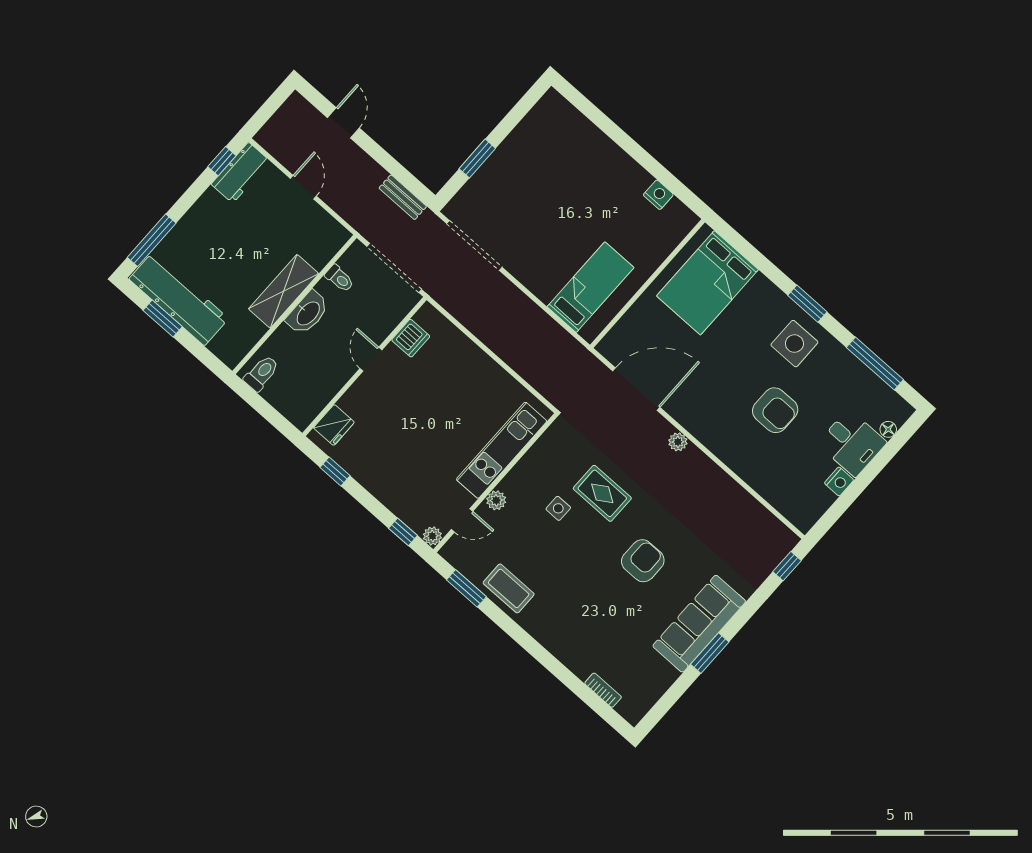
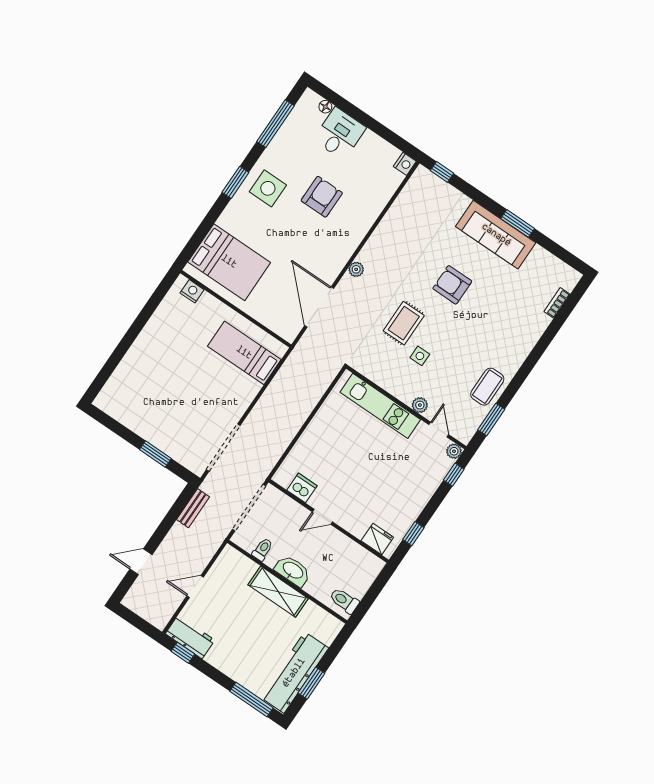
nightstand: (658, 195) -> (192, 291), moved, turned 90
nightstand: (839, 481) -> (405, 164), moved, turned 90

